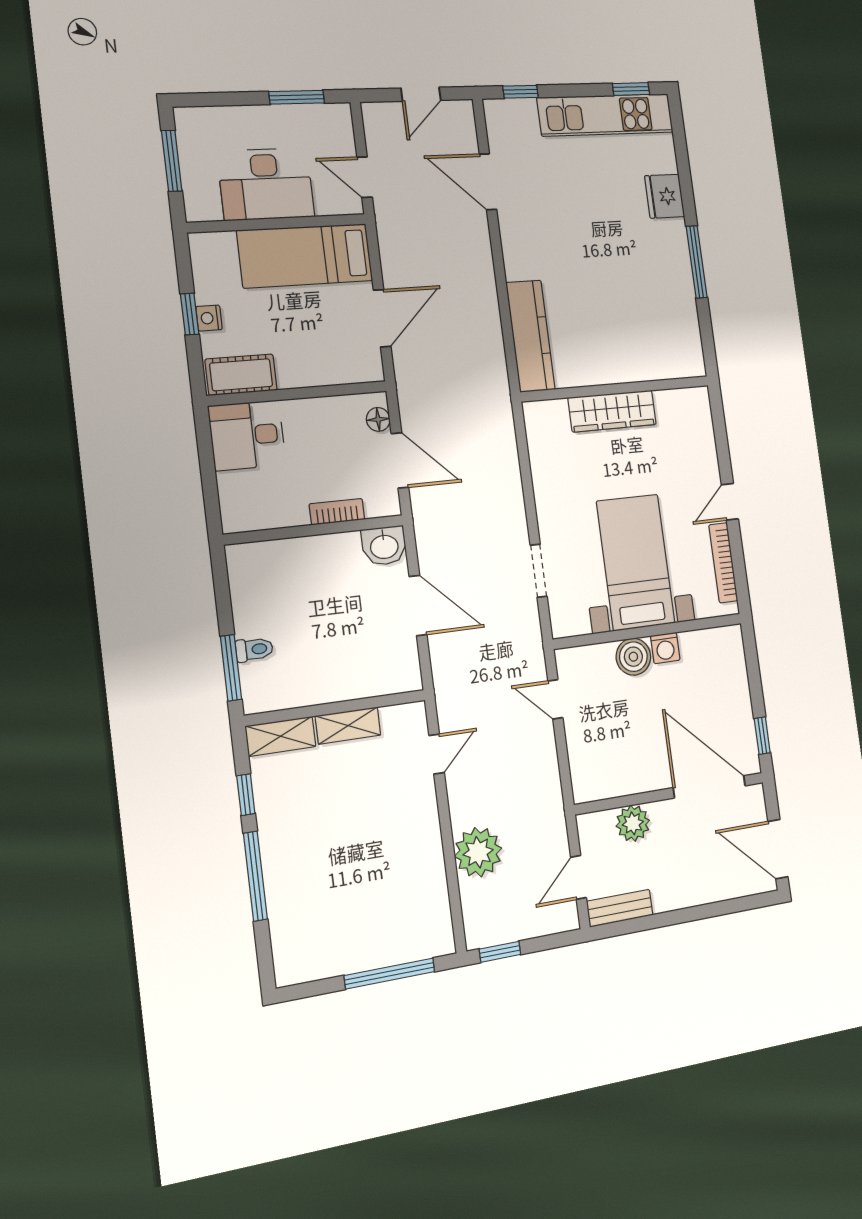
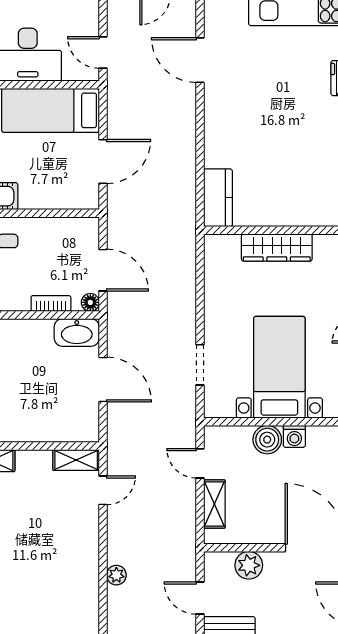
kitchen counter: (530, 336) -> (218, 198), width x0.67
floor lamp: (378, 419) -> (90, 302), moved
washbasin: (384, 546) -> (77, 332), width x1.38
shelving: (348, 726) -> (76, 460), moved
shelving: (580, 750) -> (214, 504), added
plant: (478, 852) -> (116, 575), width x0.53, depth x0.53
door: (579, 877) -> (200, 598), hinge flipped

